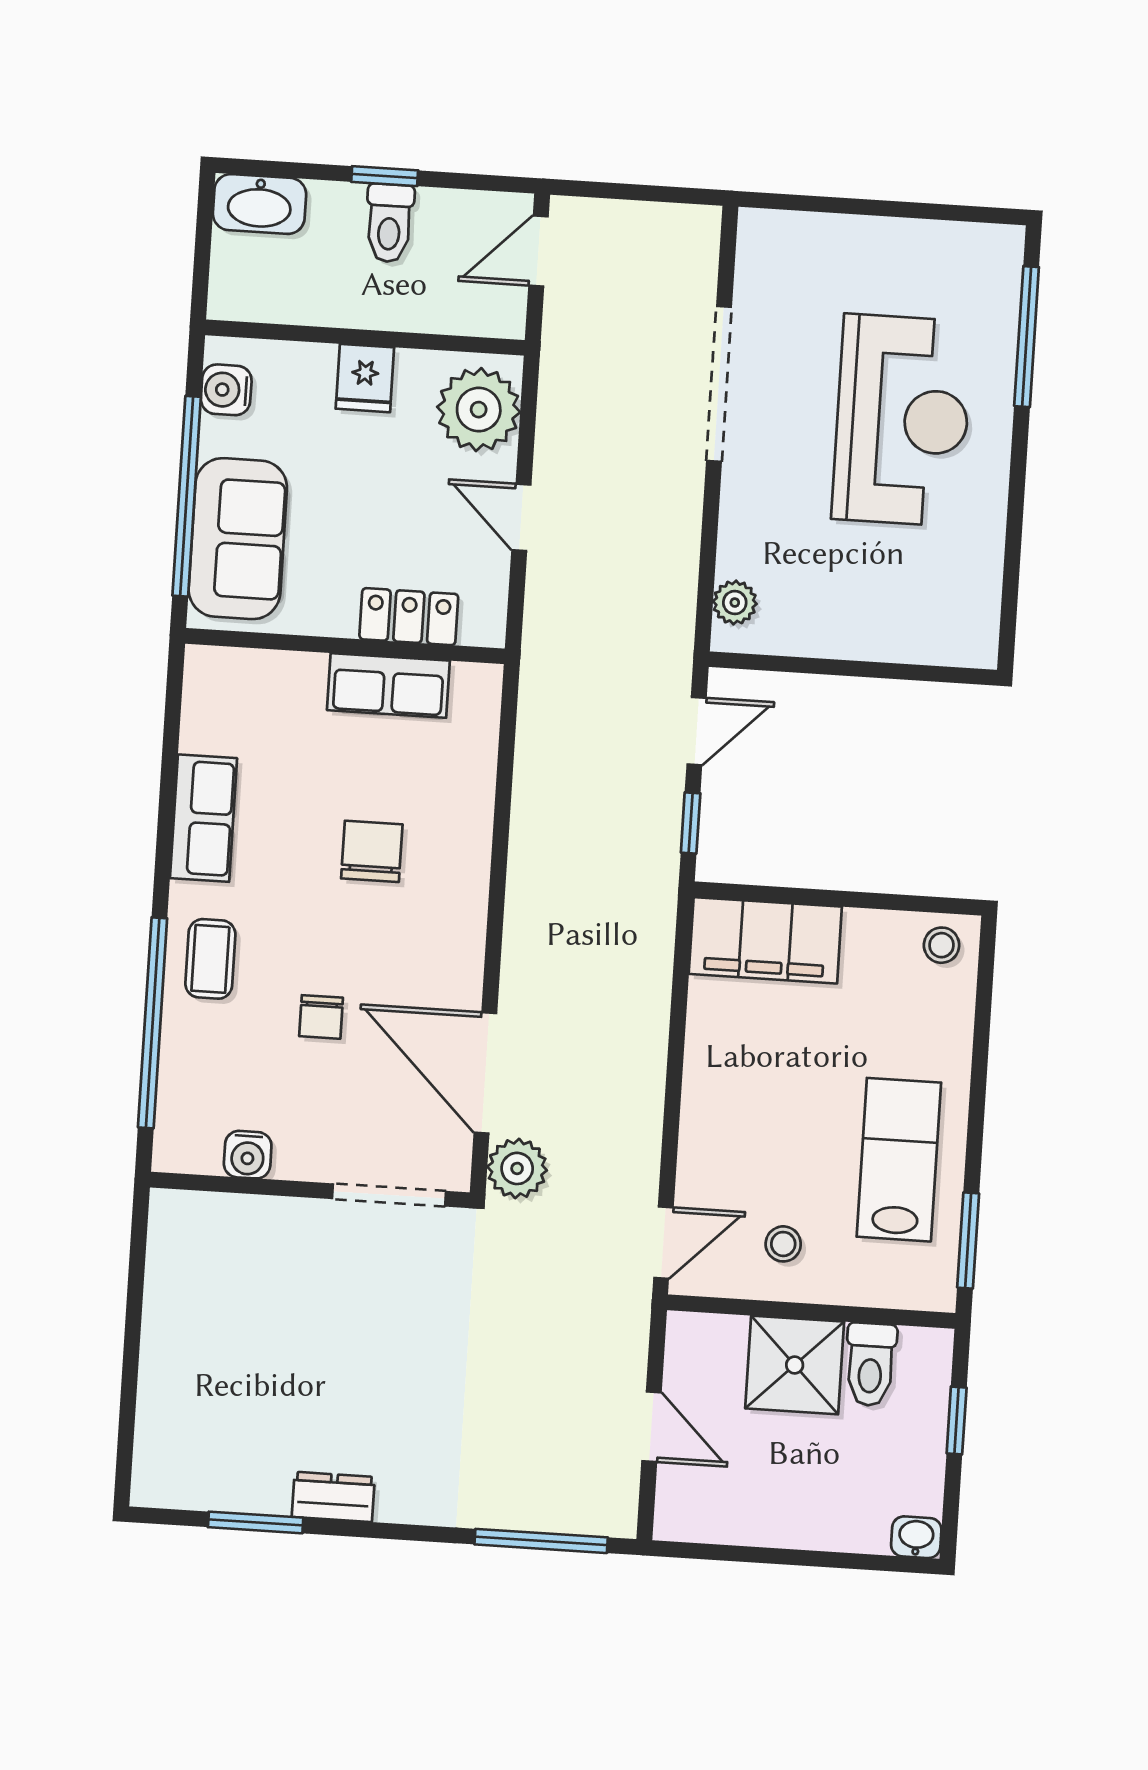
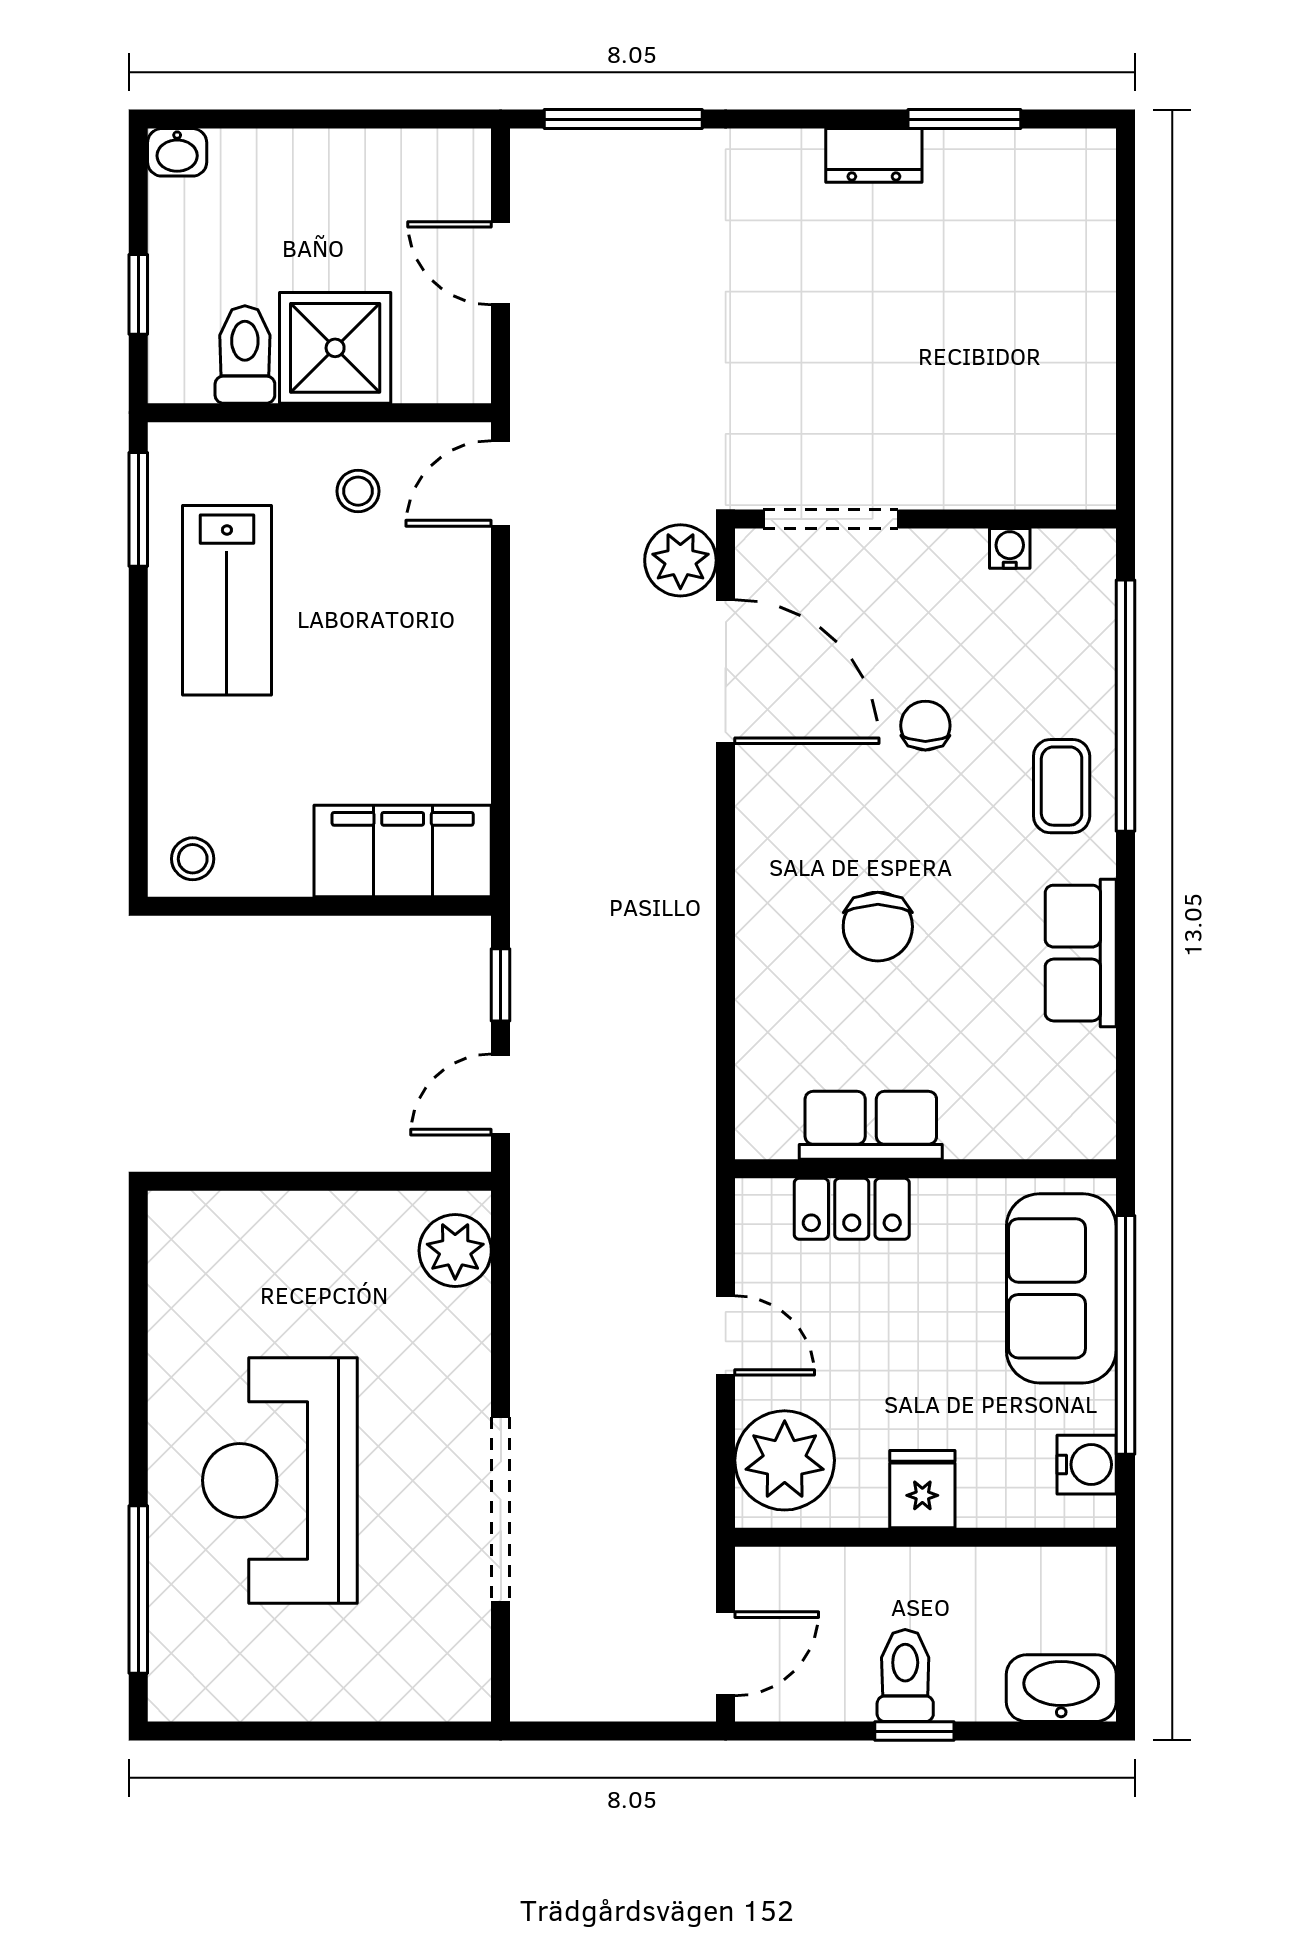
plant: (735, 603) -> (455, 1251), width x1.38, depth x1.38
water cooler: (248, 1155) -> (1010, 548), width x0.72, depth x0.72

